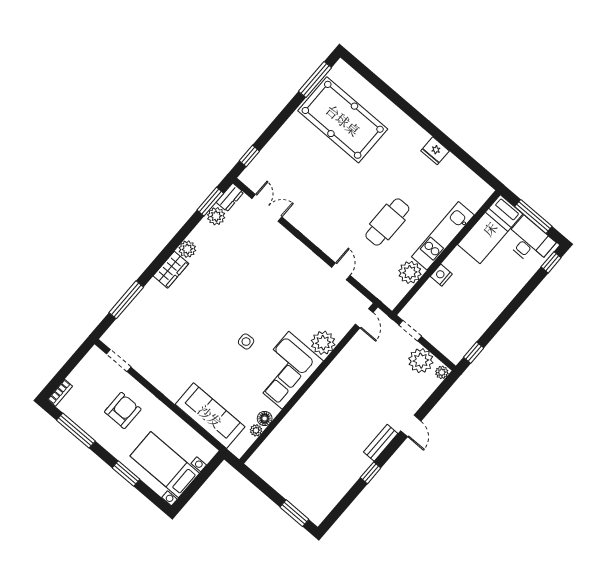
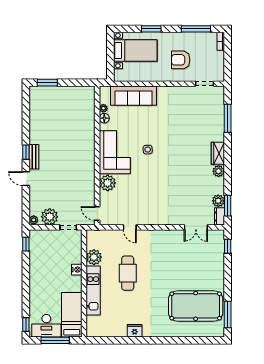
armchair: (123, 410) -> (181, 60), turned 90
window: (371, 473) -> (26, 152), moved

